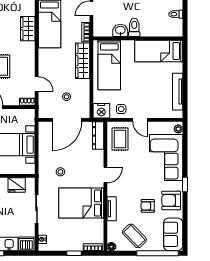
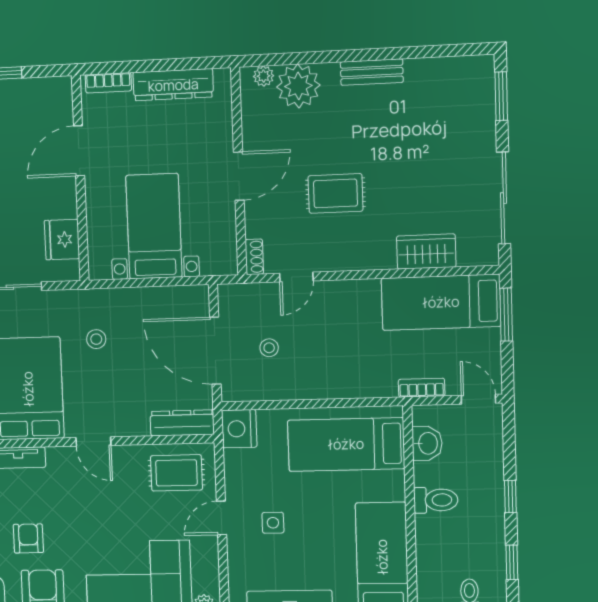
washbasin: (120, 30) -> (427, 443), moved
wardrobe: (83, 61) -> (354, 383), removed
side table: (121, 109) -> (273, 523), moved

